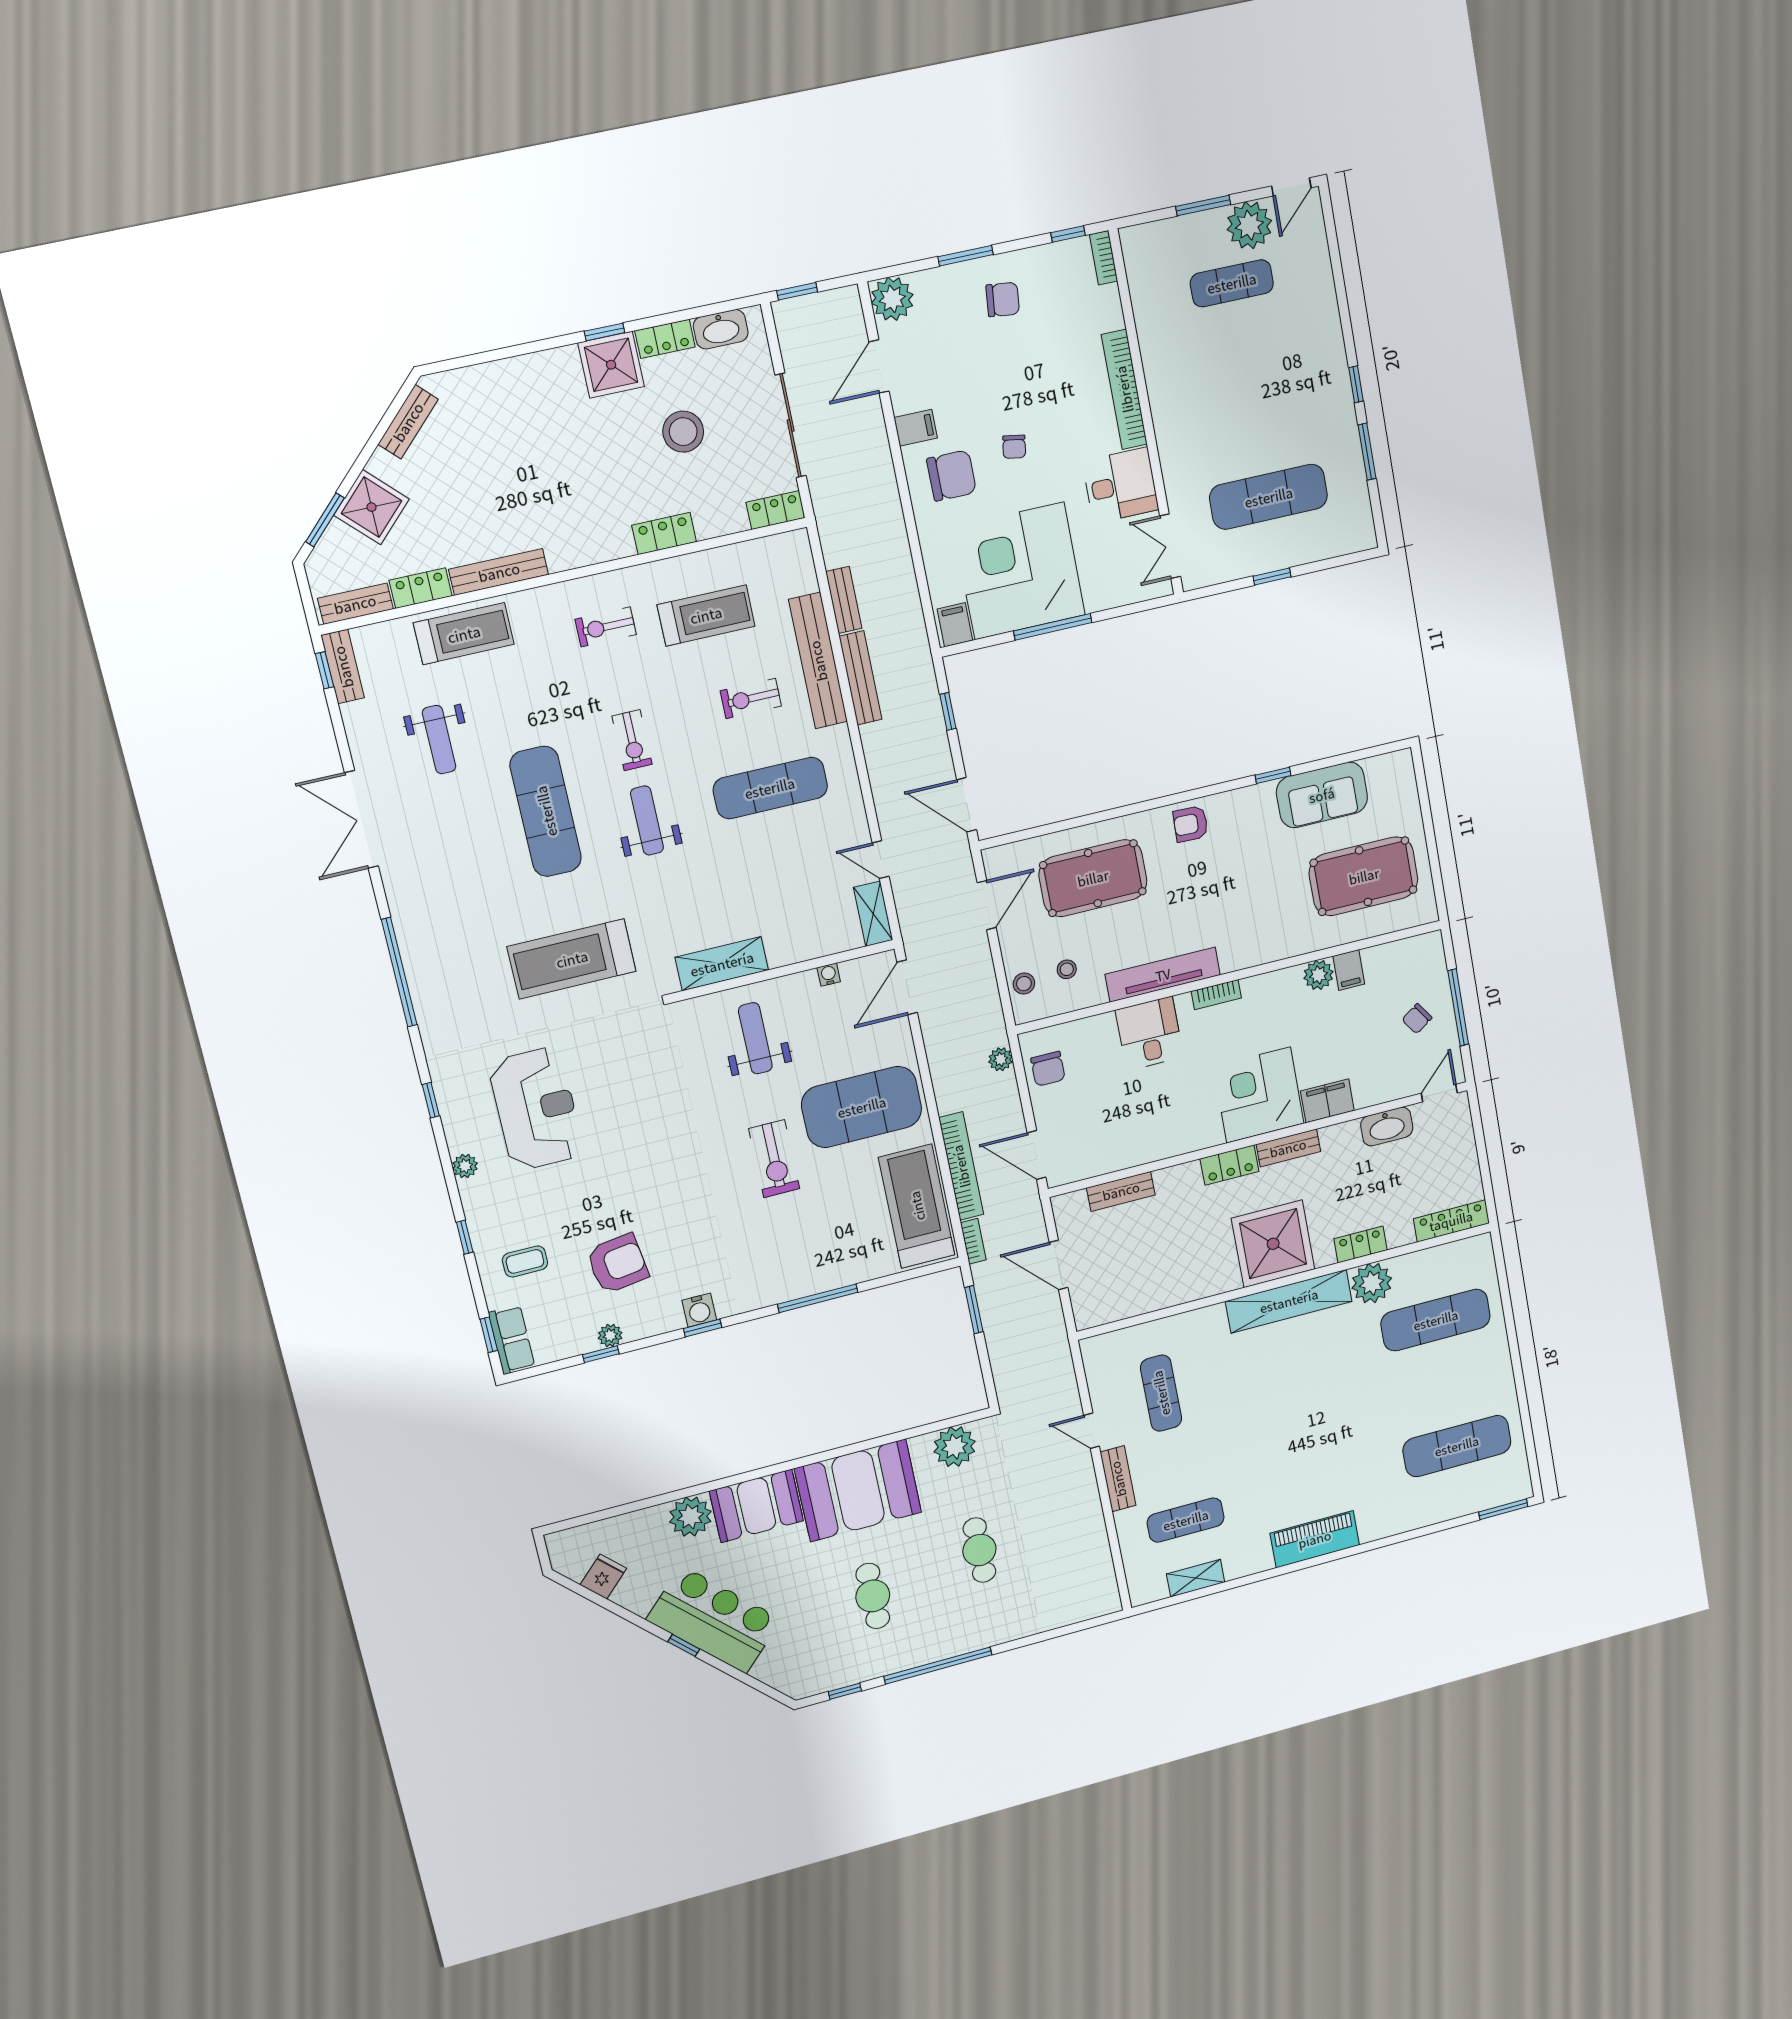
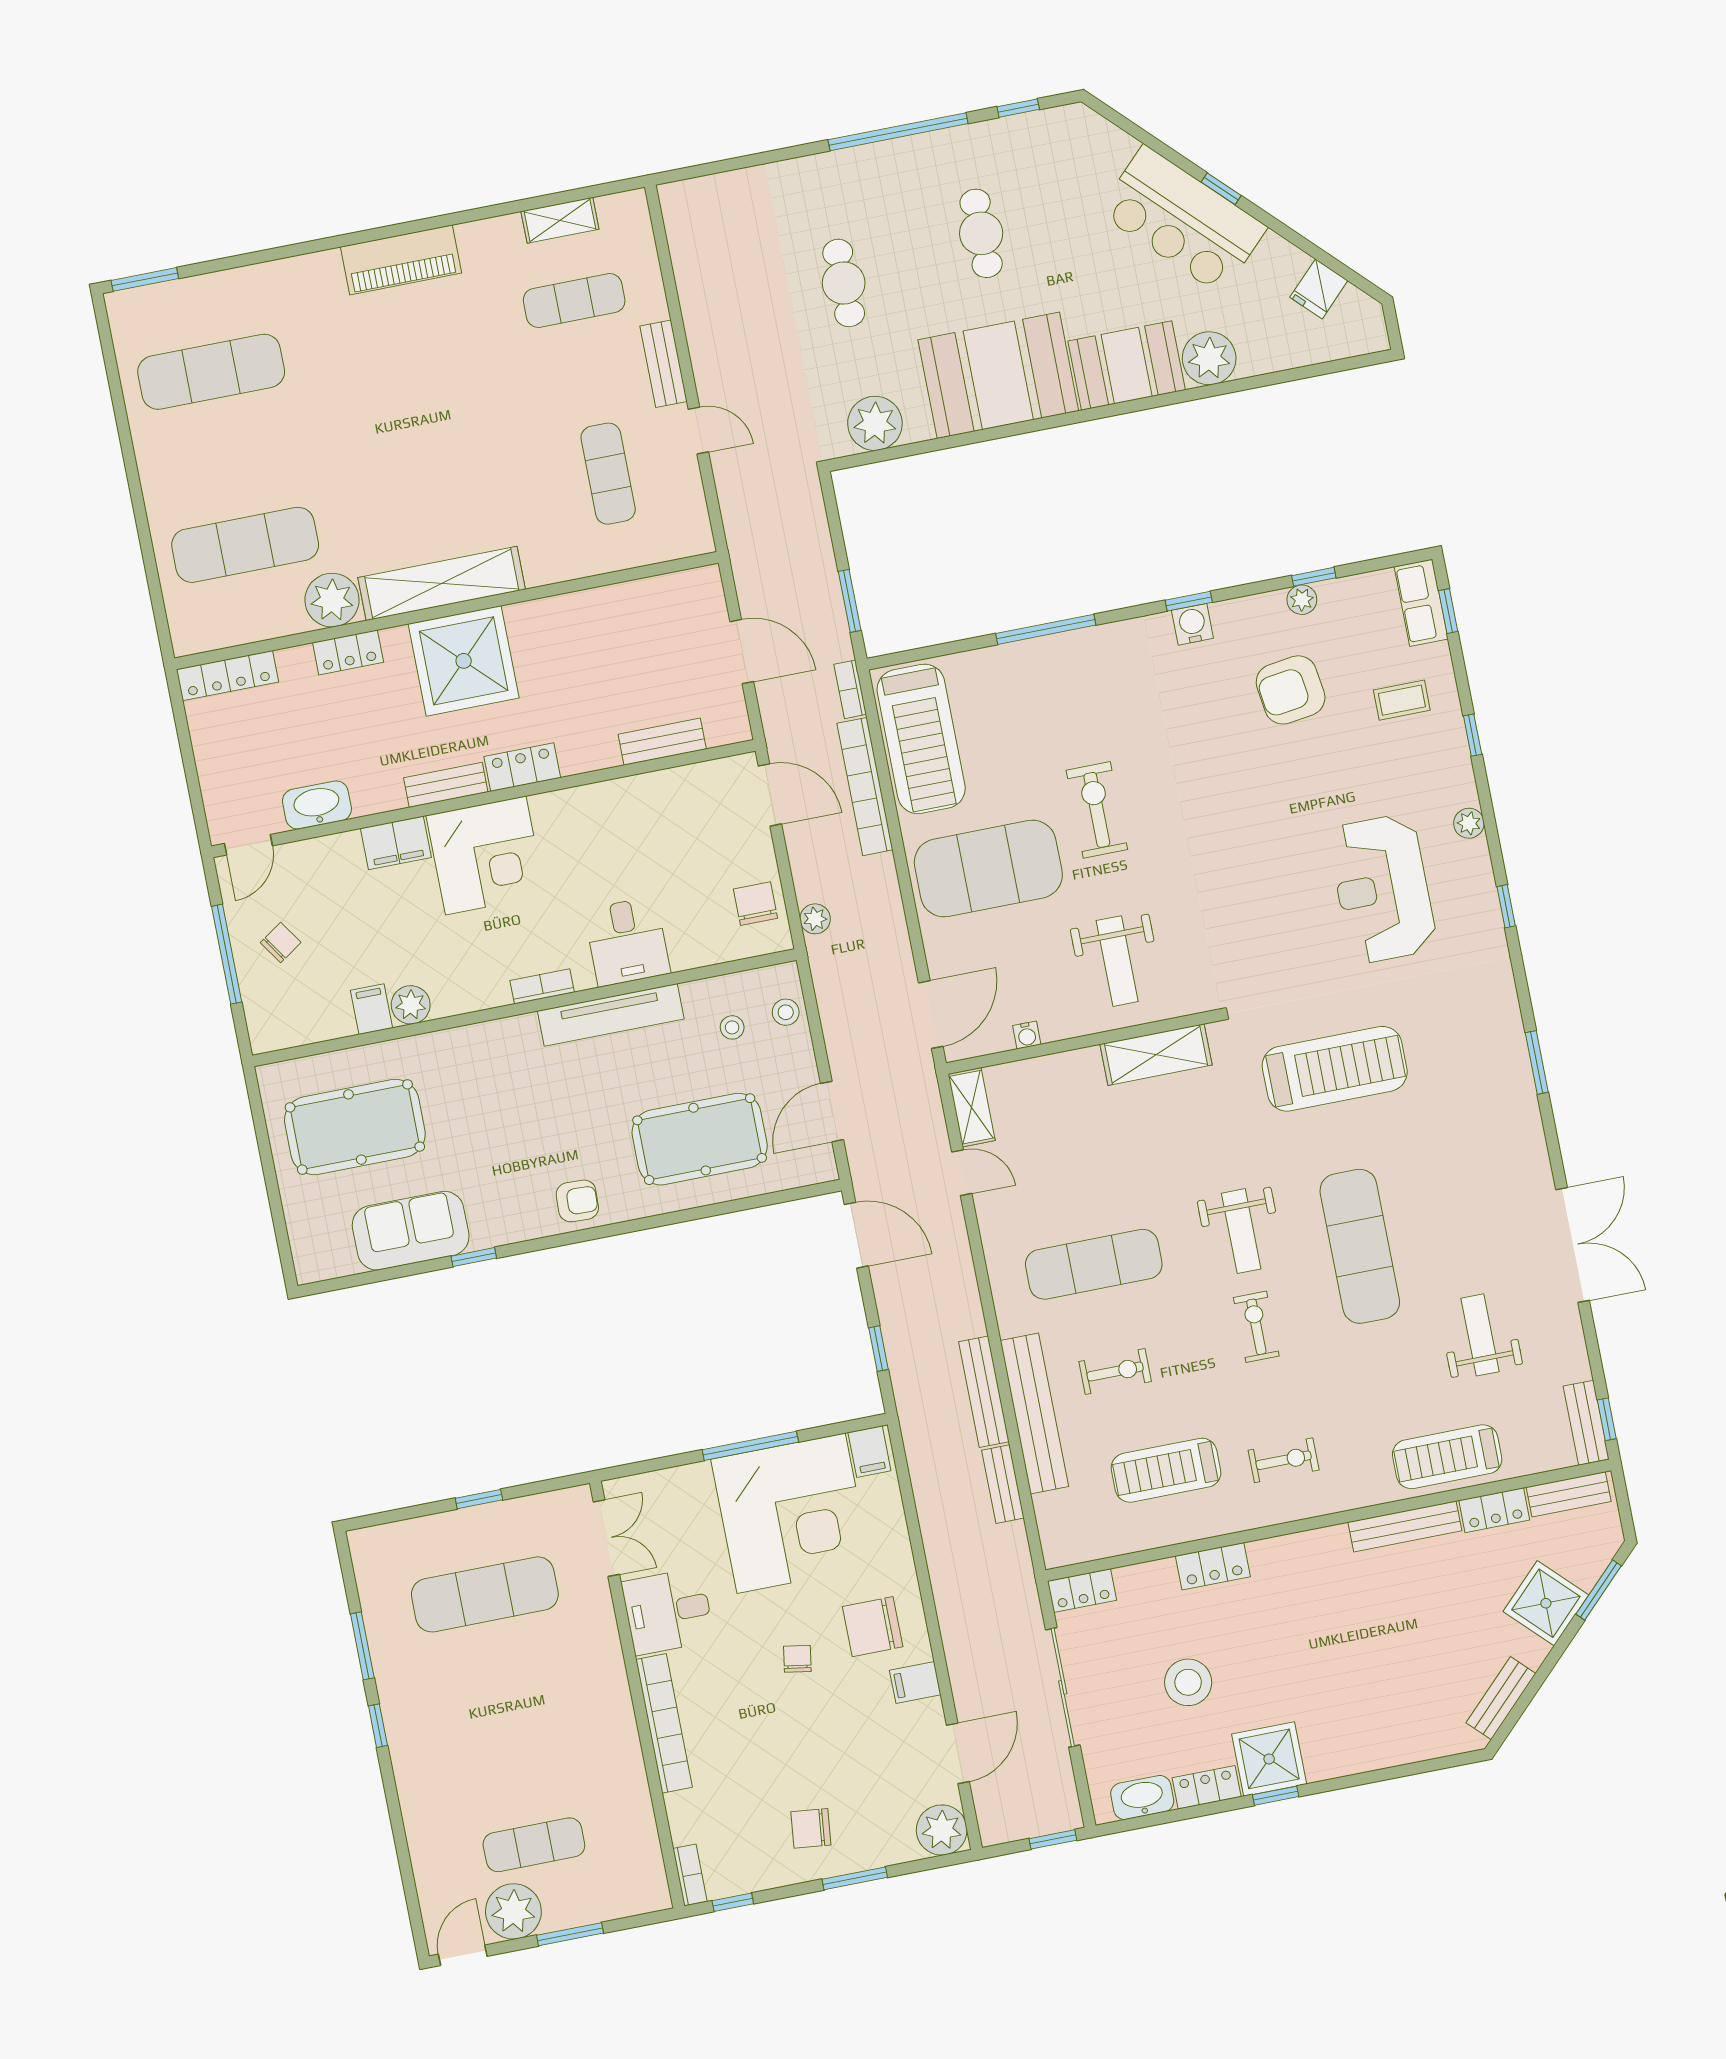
window: (399, 972) -> (1537, 1062), width x0.47

